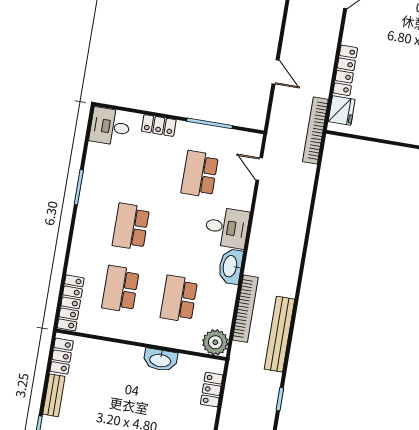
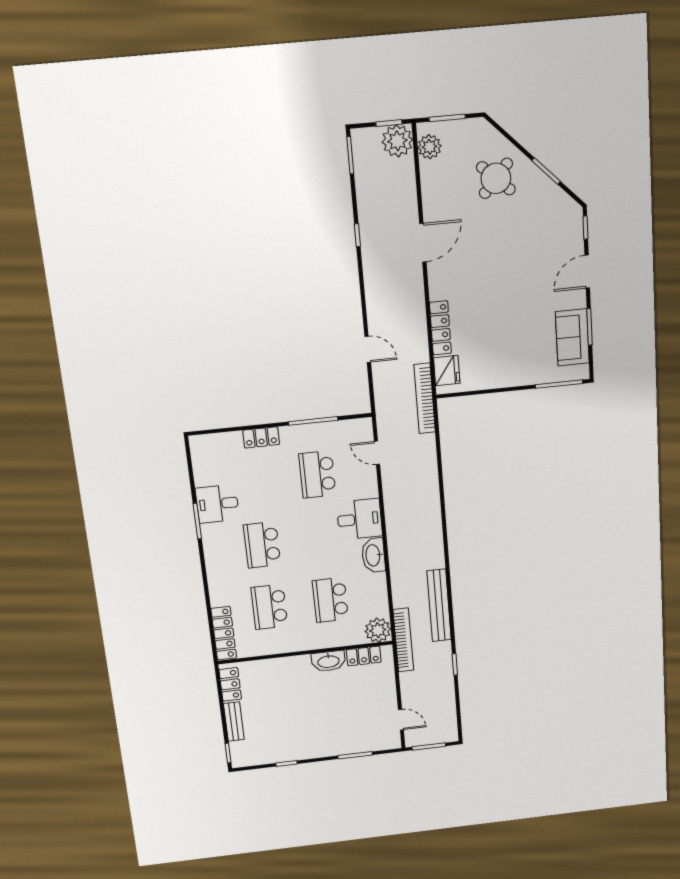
desk: (110, 127) -> (217, 504), moved
bookcase: (245, 309) -> (403, 640), moved
locker: (212, 390) -> (364, 656), moved, turned -90

